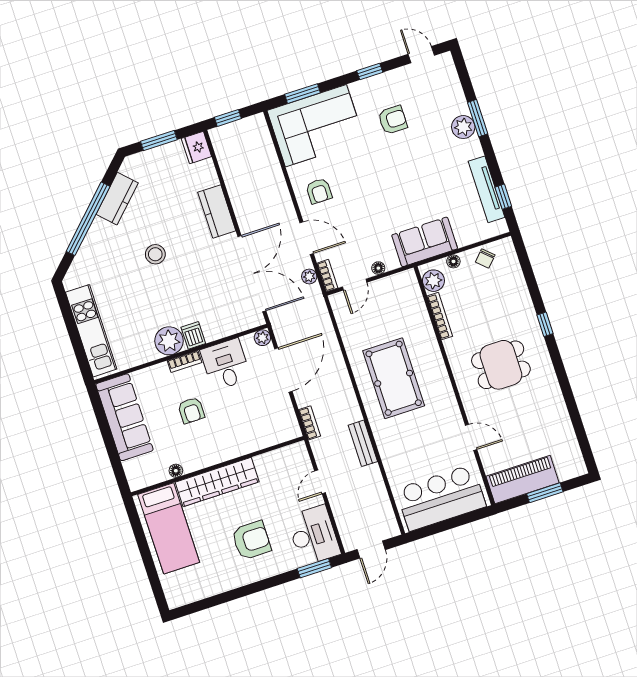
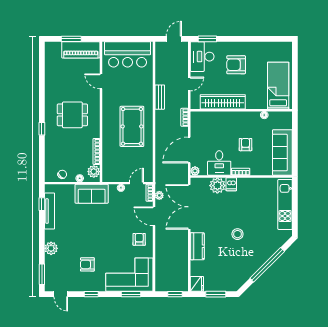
window: (478, 118) -> (42, 274), moved
kitchen counter: (117, 199) -> (248, 270), removed
plant: (169, 341) -> (217, 186), moved
wardrobe: (217, 482) -> (223, 102), moved

